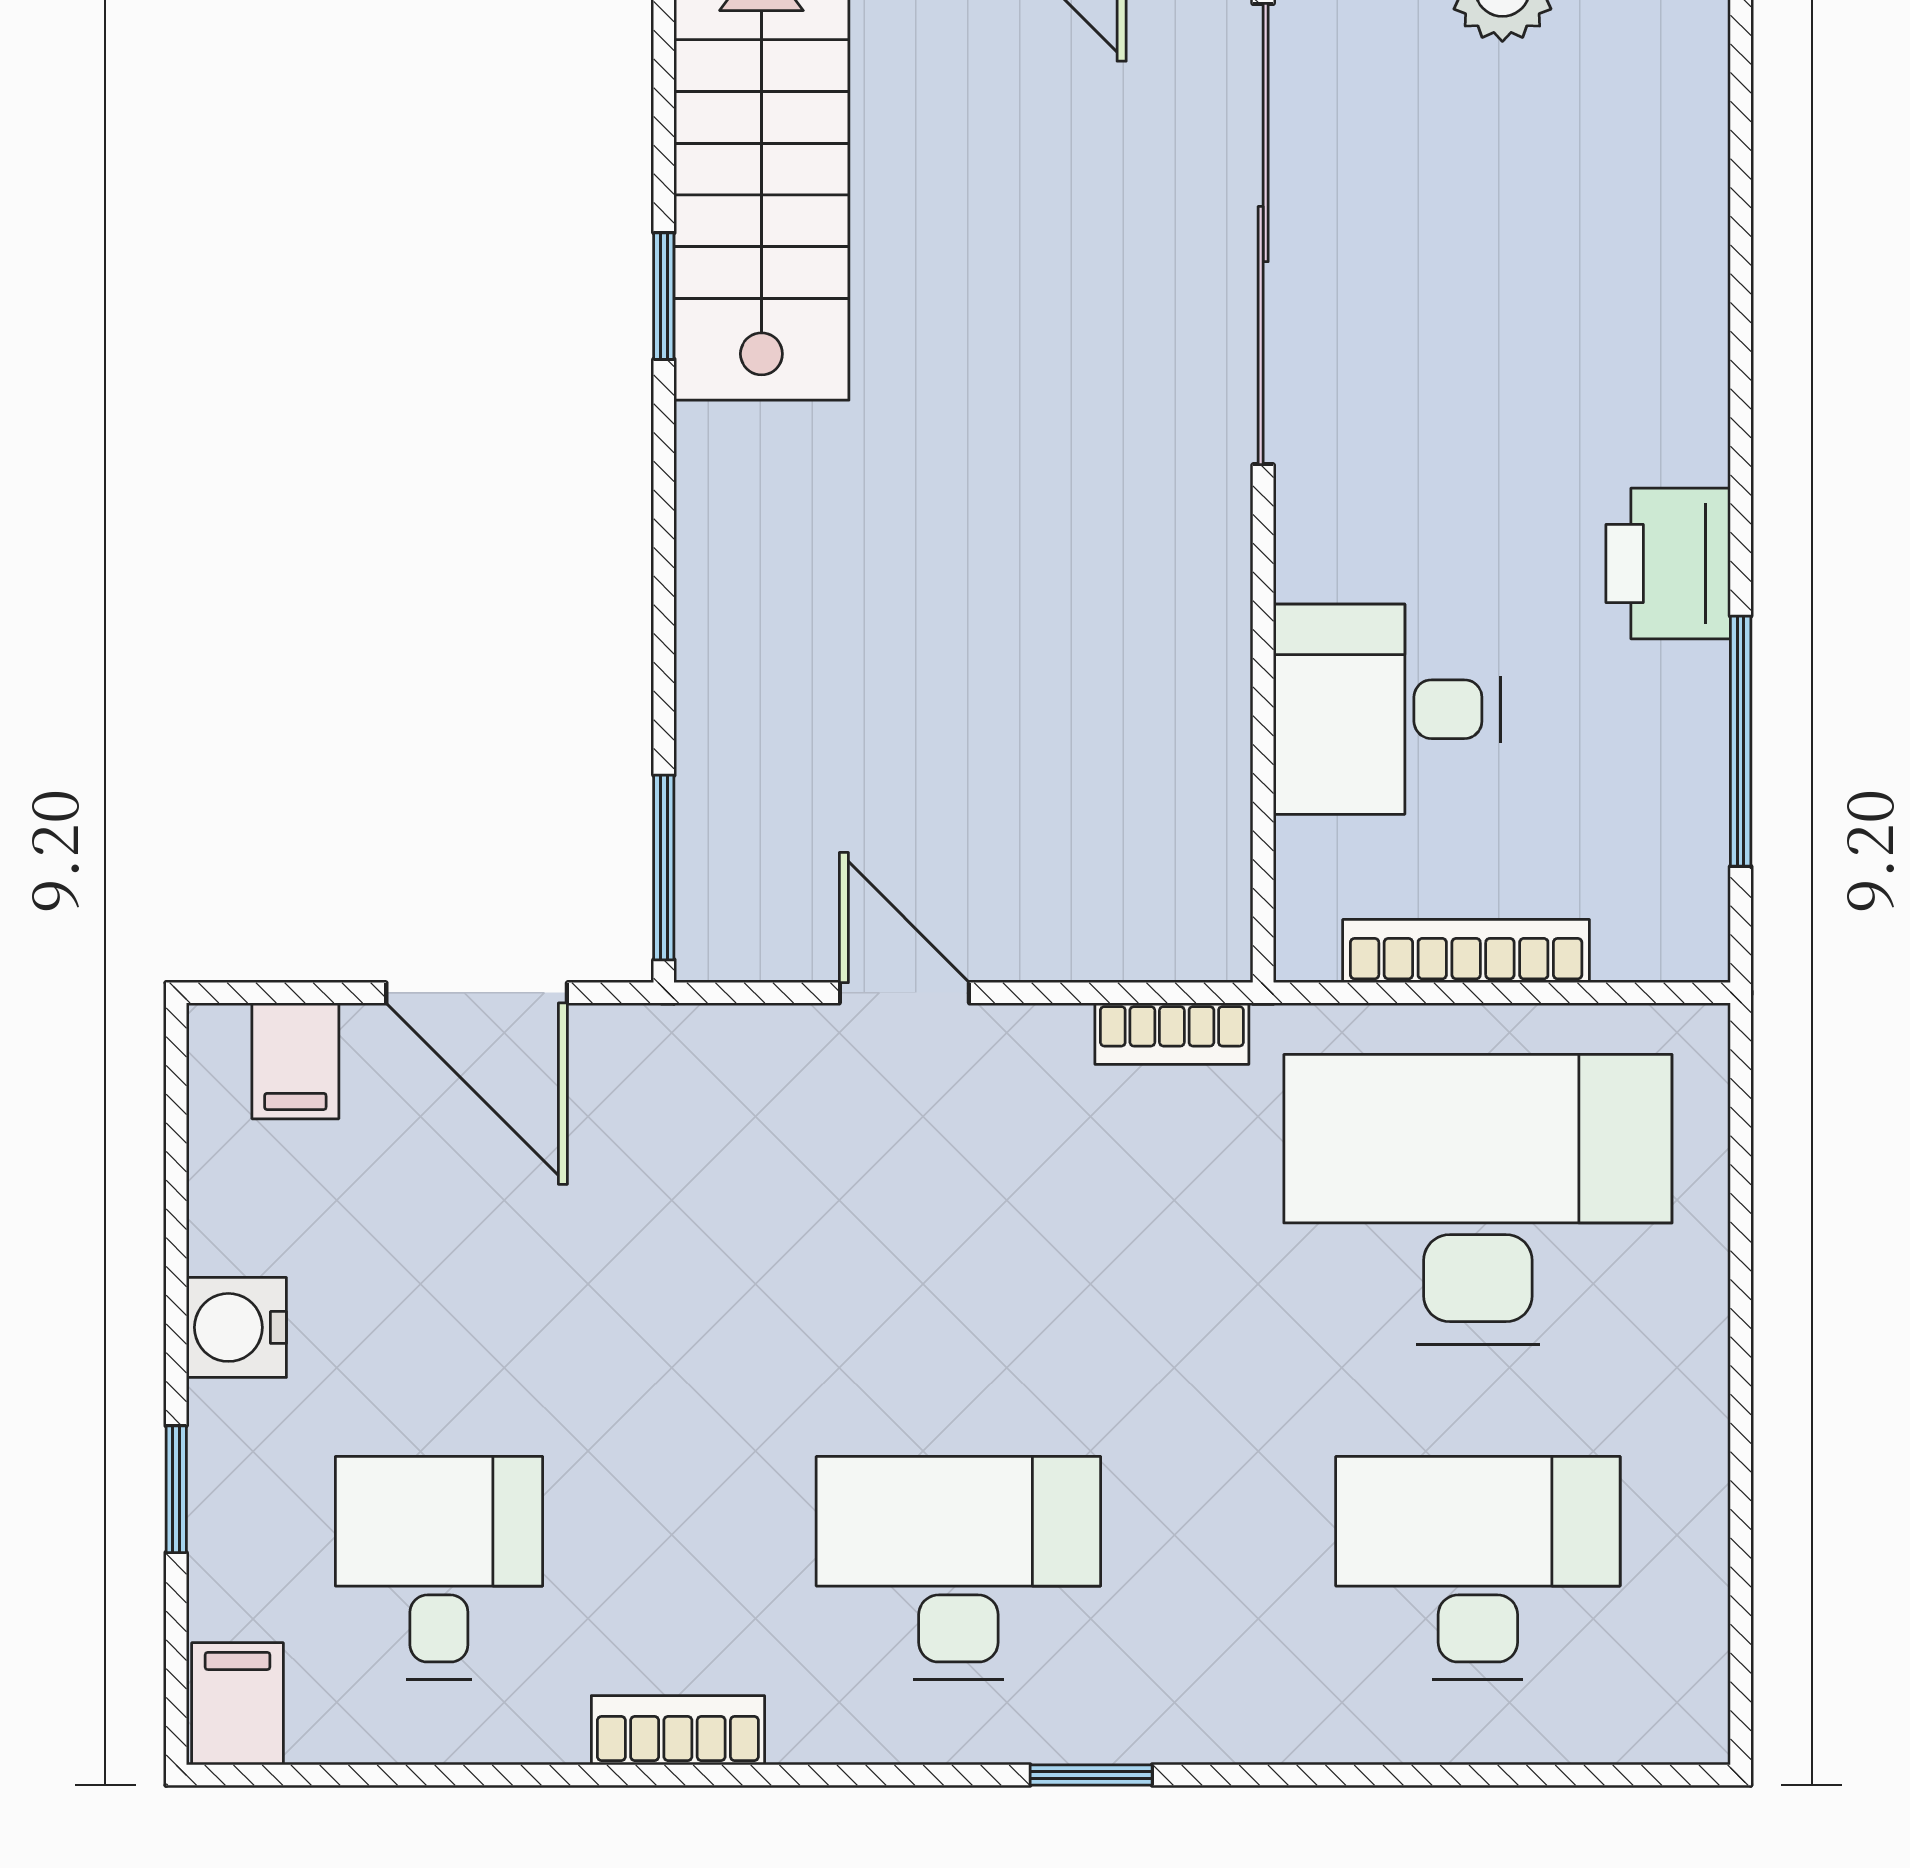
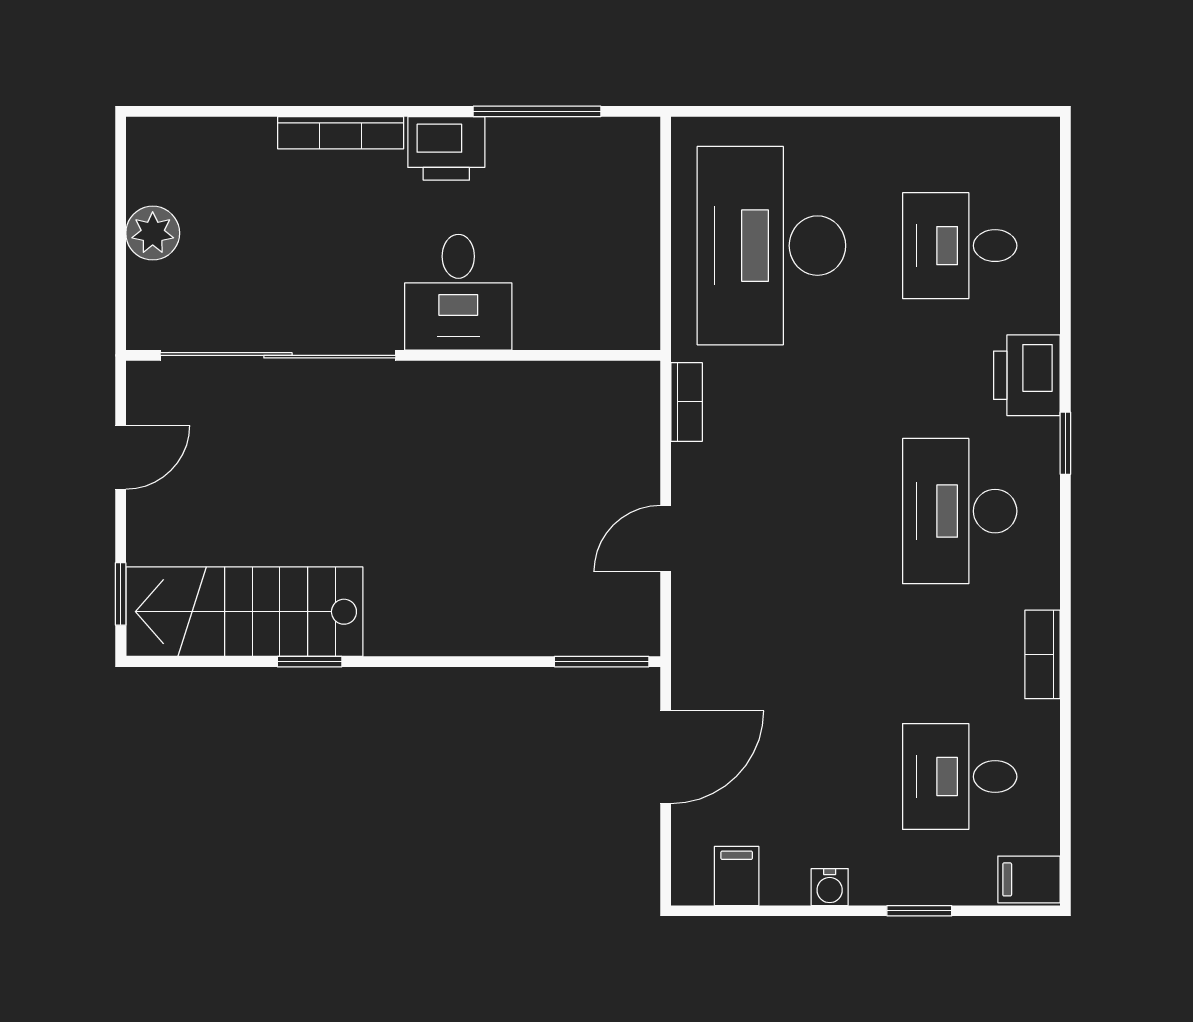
desk: (1387, 709) -> (458, 292), moved
bookcase: (1466, 951) -> (341, 133), moved, turned -90
filing cabinet: (295, 1061) -> (737, 876), moved, turned -90
water cooler: (236, 1327) -> (830, 887), width x0.72, depth x0.72
desk: (1478, 1568) -> (960, 246), width x0.73
printer: (1224, 1700) -> (1027, 375), added

